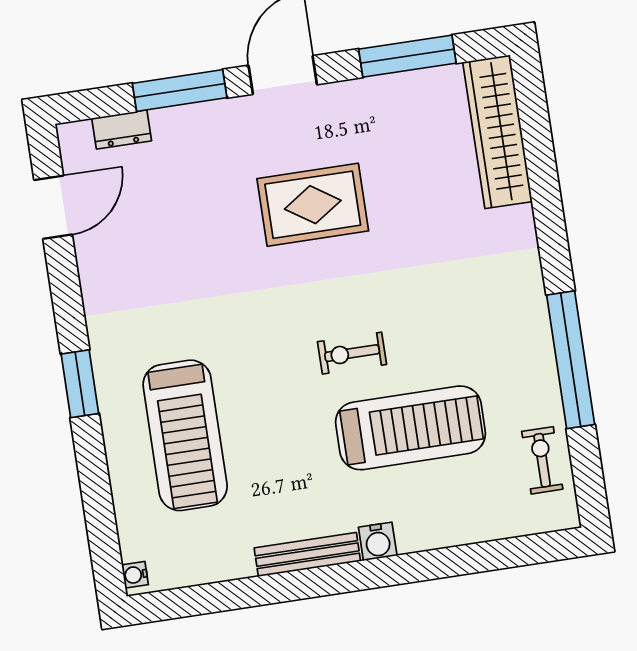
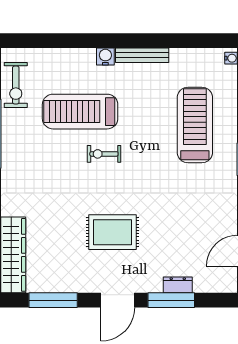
dresser: (122, 130) -> (178, 285), moved
exercise bike: (352, 353) -> (104, 154), turned 180
exercise bike: (542, 460) -> (16, 85), width x1.38, depth x1.39

